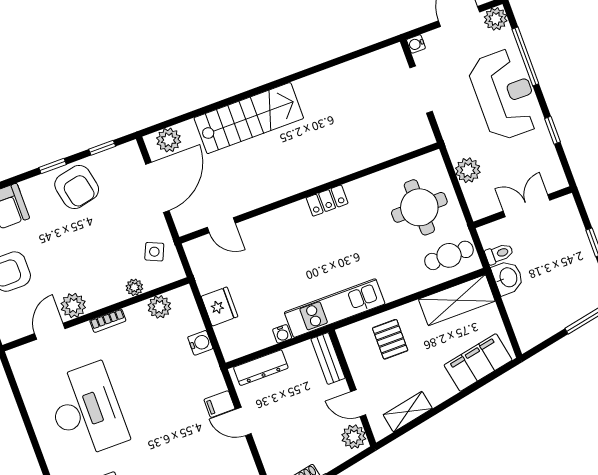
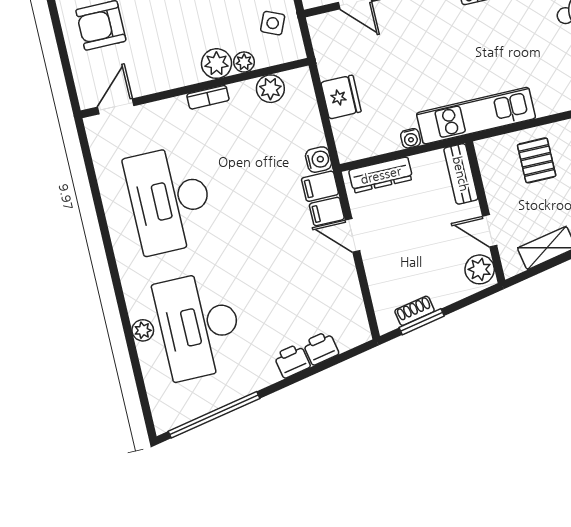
plant: (73, 305) -> (217, 64), moved
door: (50, 331) -> (116, 106), moved
water cooler: (200, 343) -> (319, 160), moved
filing cabinet: (211, 384) -> (320, 186), added
desk: (86, 411) -> (170, 200), turned 180

